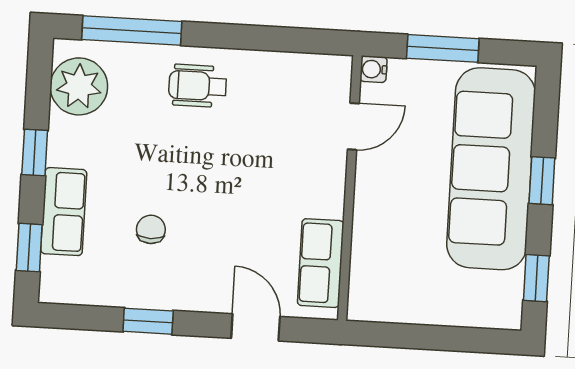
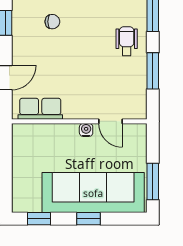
window: (259, 38) -> (153, 71), added
window: (443, 48) -> (153, 182), moved
water cooler: (373, 69) -> (86, 130), moved

